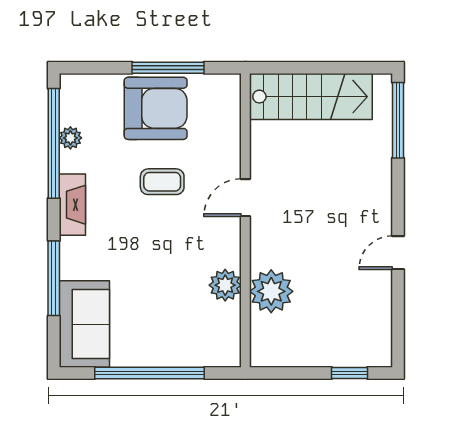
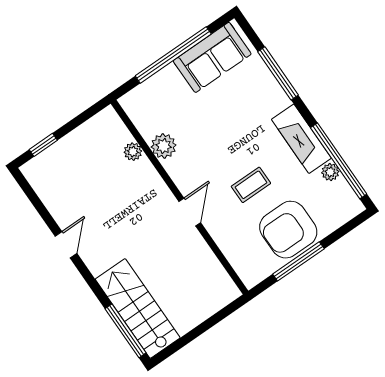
stairs: (311, 97) -> (138, 308), moved, turned 90
fireplace: (72, 205) -> (301, 139), width x1.37, depth x1.32
plant: (271, 291) -> (133, 152), width x0.53, depth x0.53
sofa: (84, 324) -> (212, 57), moved, turned -90

